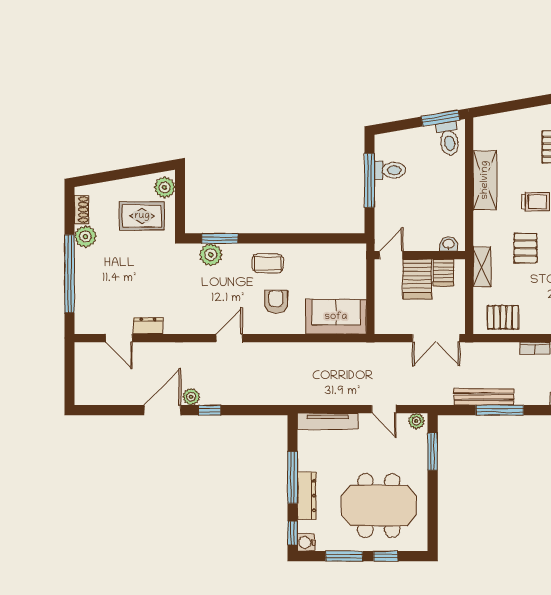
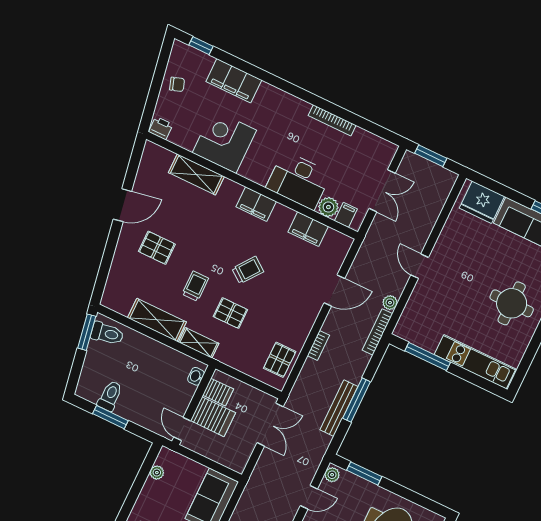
window: (369, 180) -> (110, 417), width x0.69
plant: (337, 251) -> (157, 473), added
shelving: (482, 267) -> (199, 343), moved

